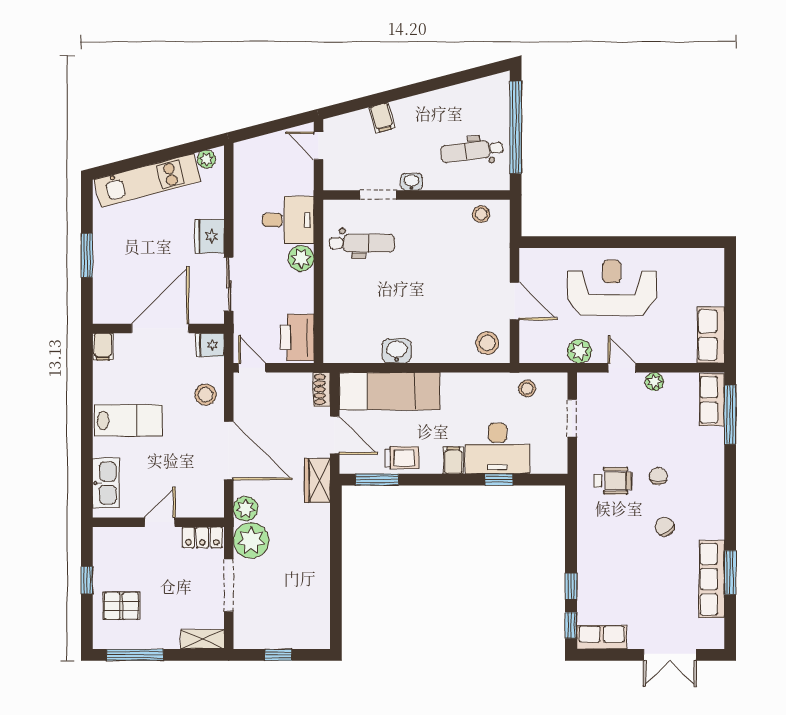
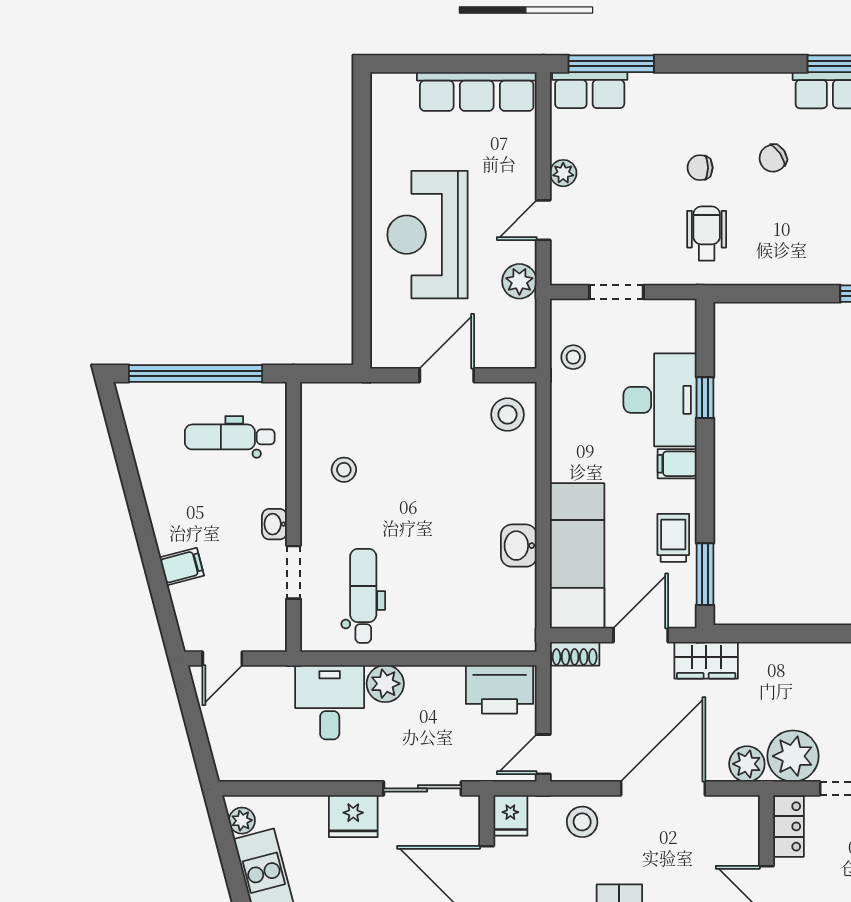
dental chair: (472, 151) -> (230, 437), turned 97
stool: (481, 214) -> (344, 470), moved
row of seats: (711, 335) -> (477, 91), width x1.48

